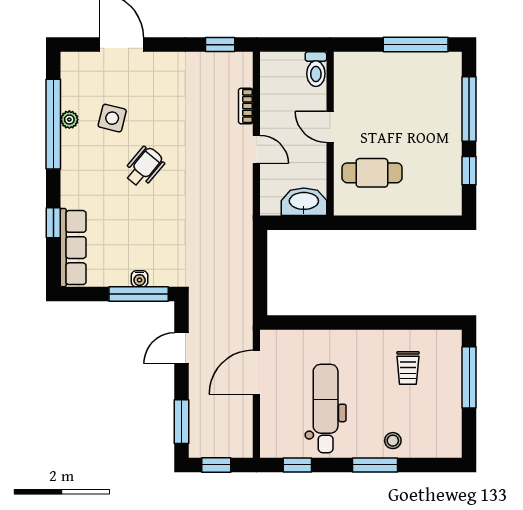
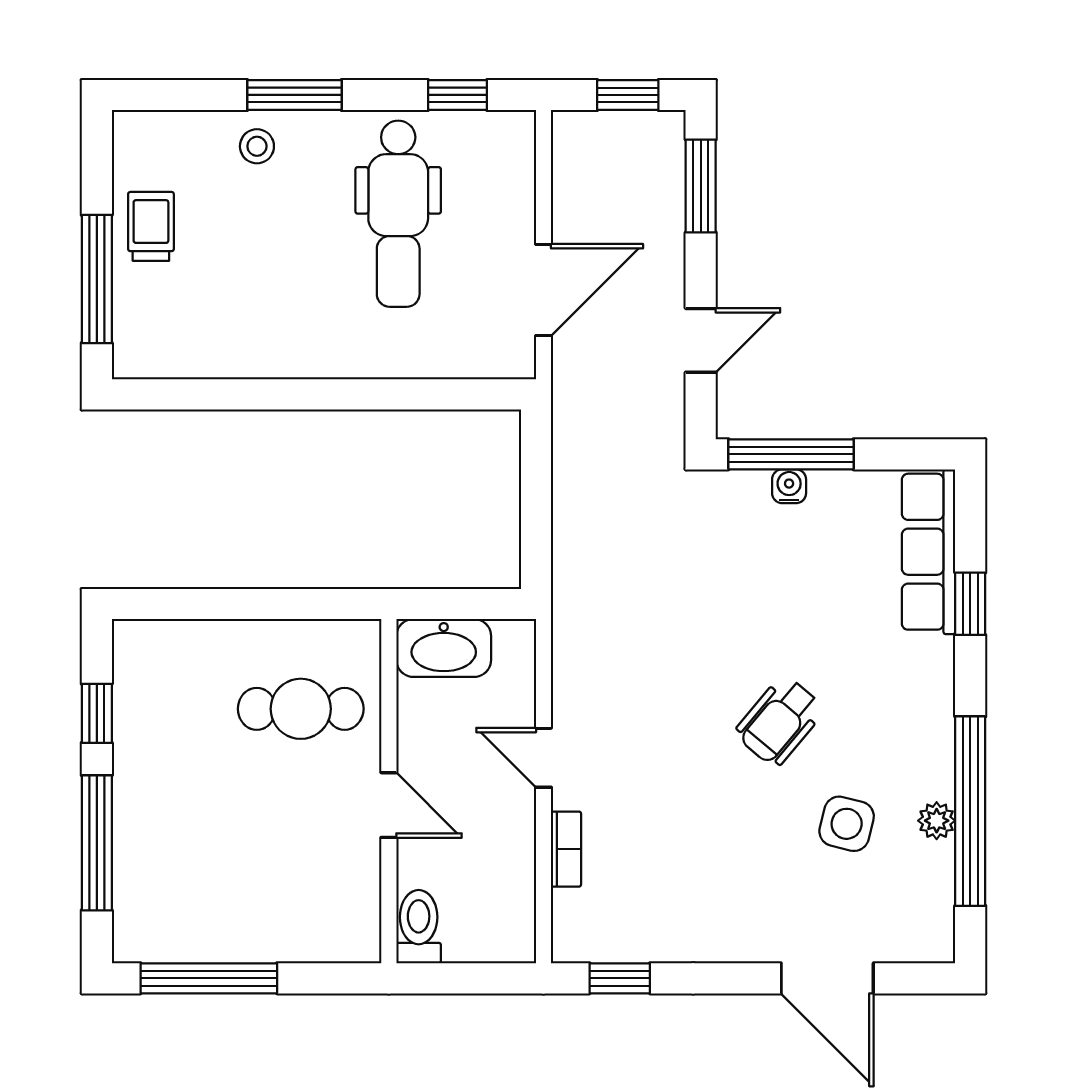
trolley: (408, 368) -> (151, 226), moved

